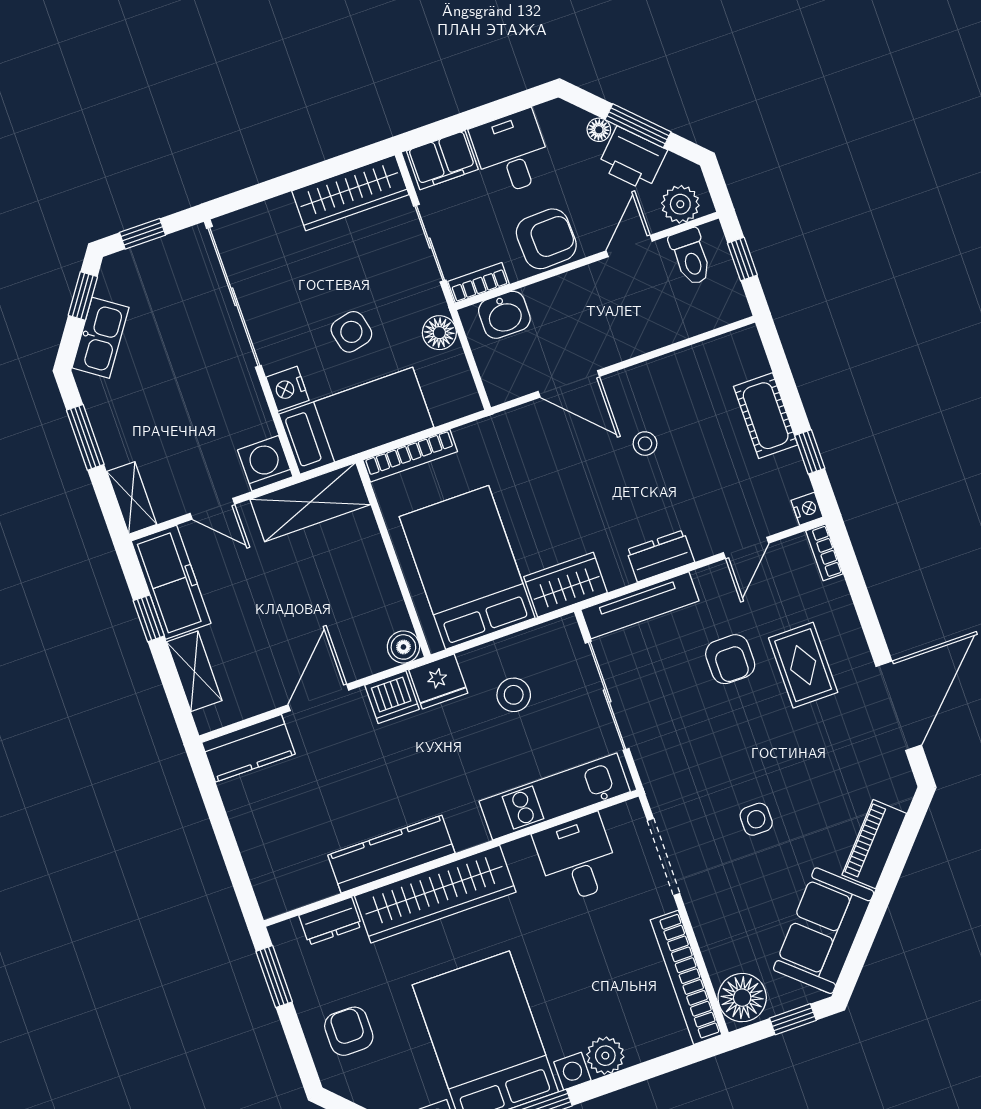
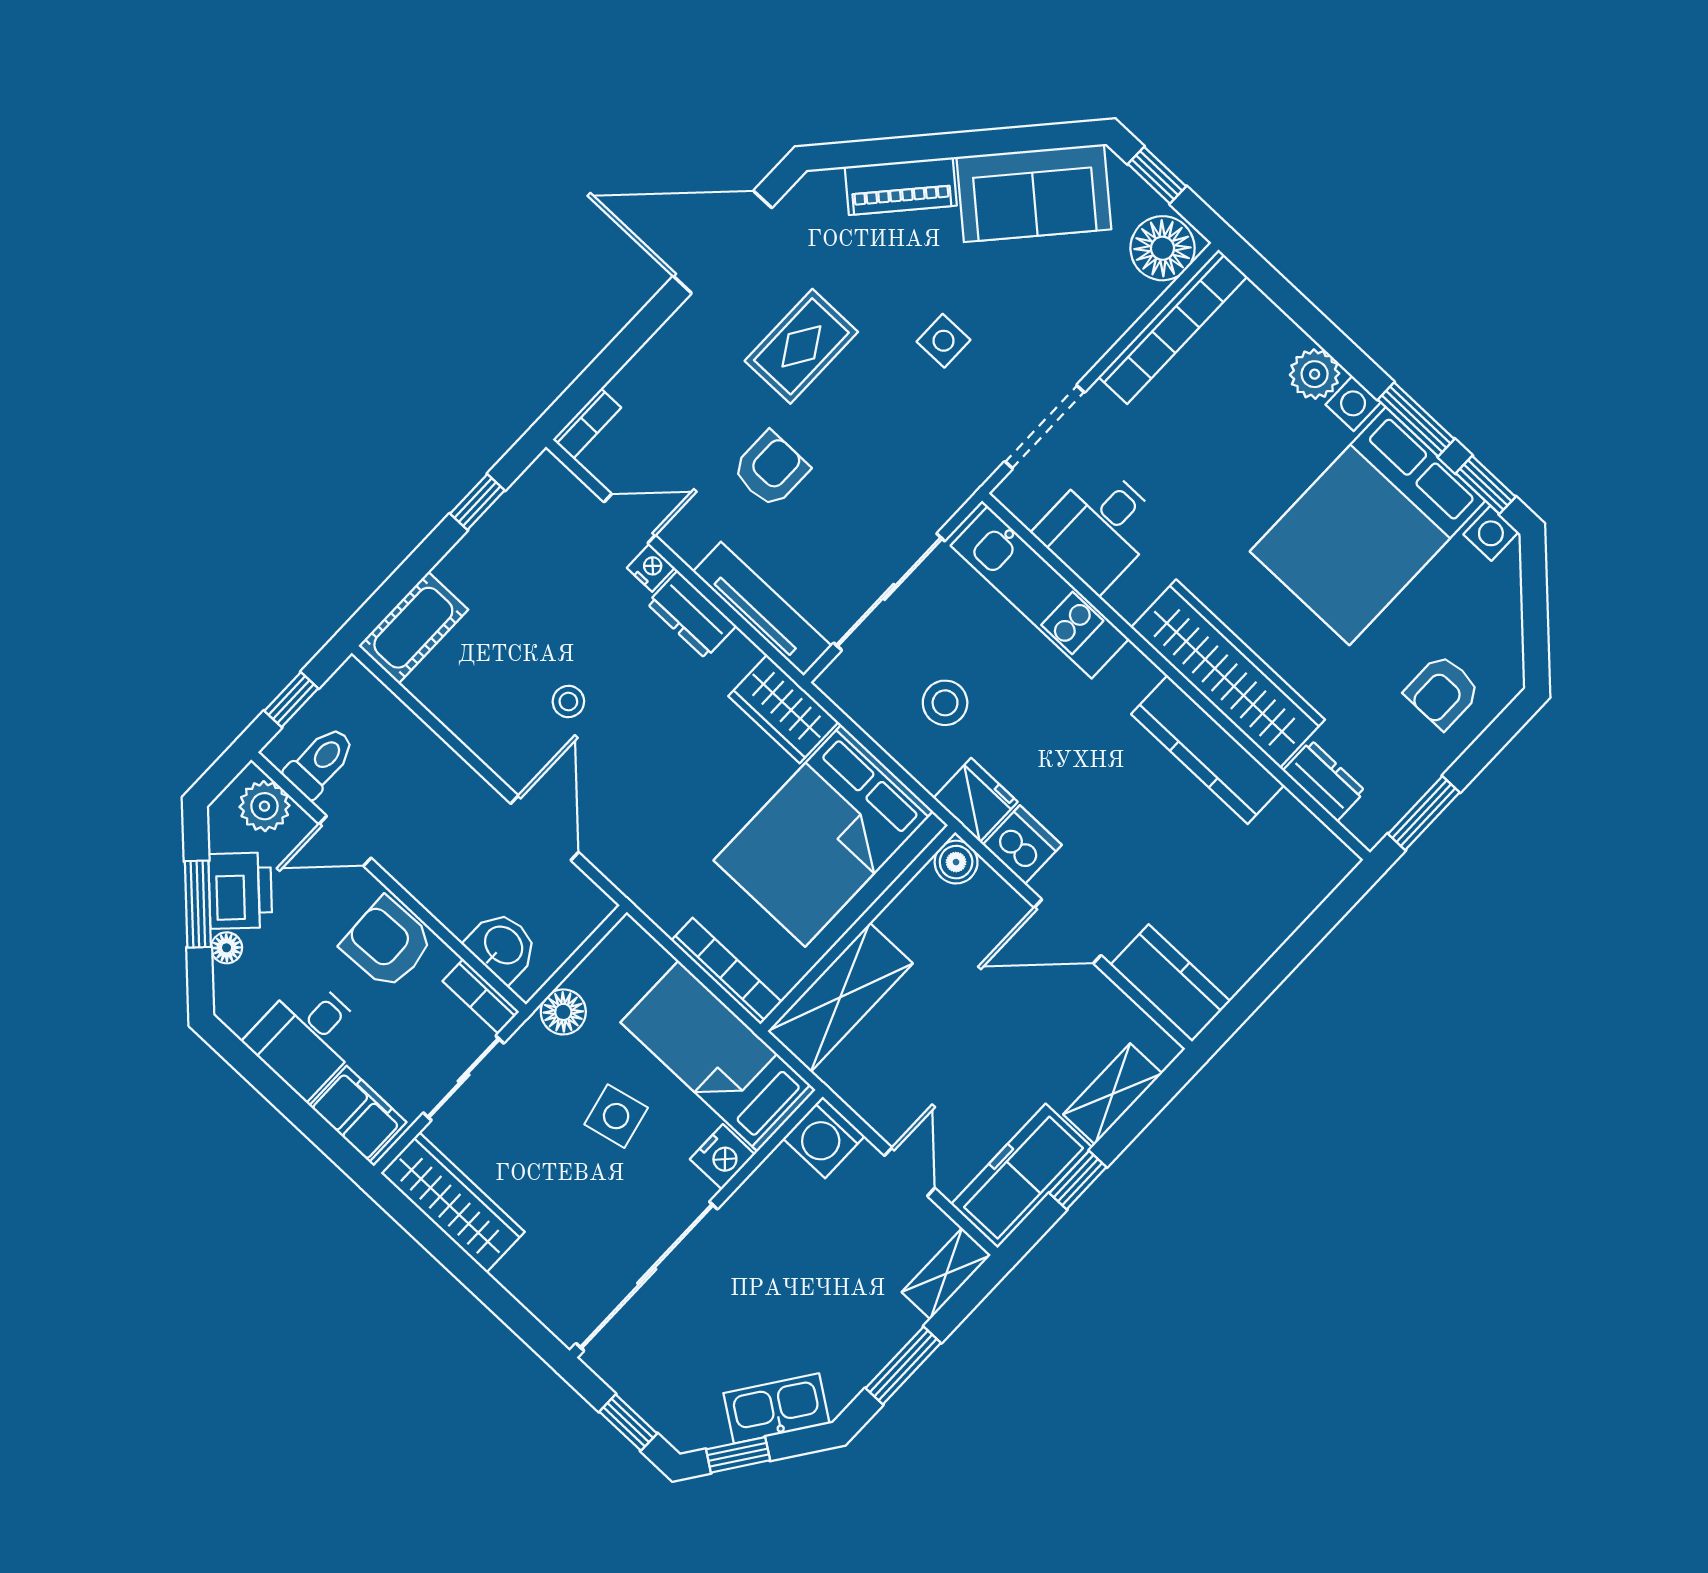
cot: (766, 416) -> (413, 628), moved
shelving: (310, 502) -> (840, 997), moved, turned 90
nightstand: (807, 509) -> (651, 568), moved, turned 90
rug: (803, 665) -> (801, 346), moved

